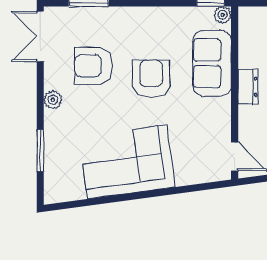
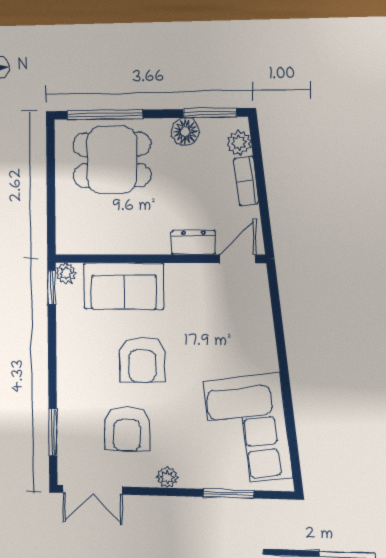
armchair: (151, 79) -> (142, 360), turned -90
dresser: (248, 87) -> (193, 242), moved
corner sofa: (127, 162) -> (248, 429), moved

